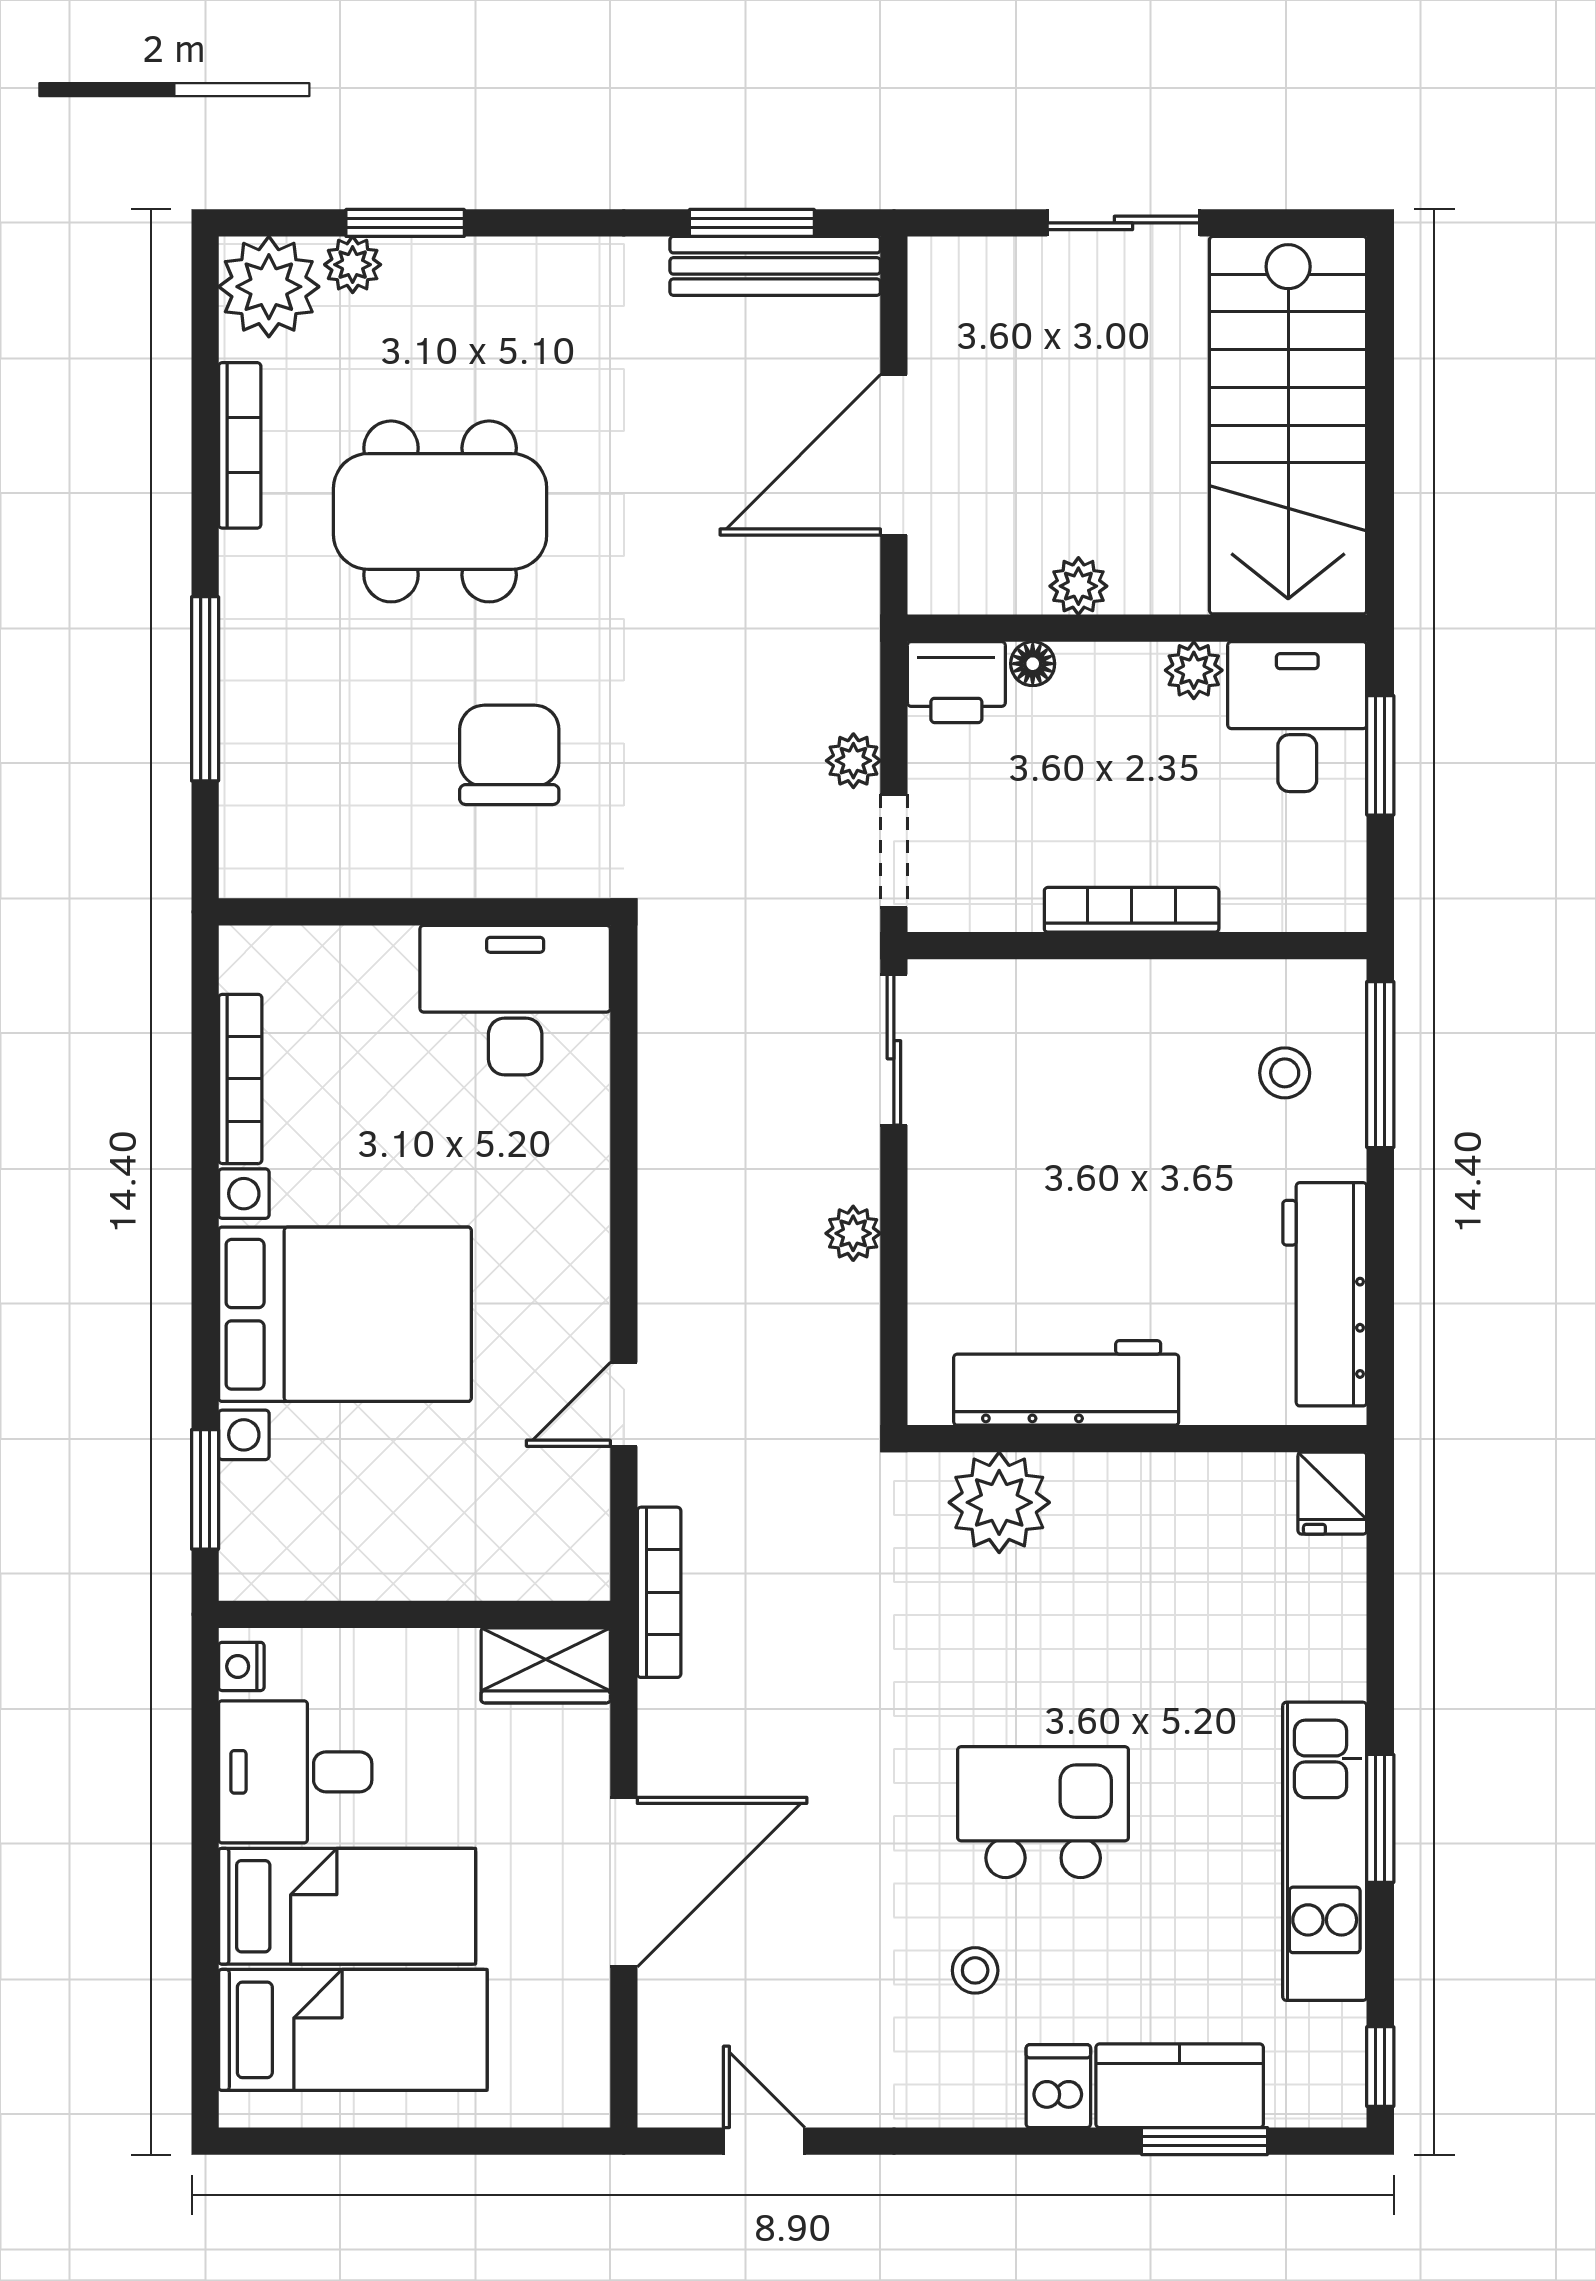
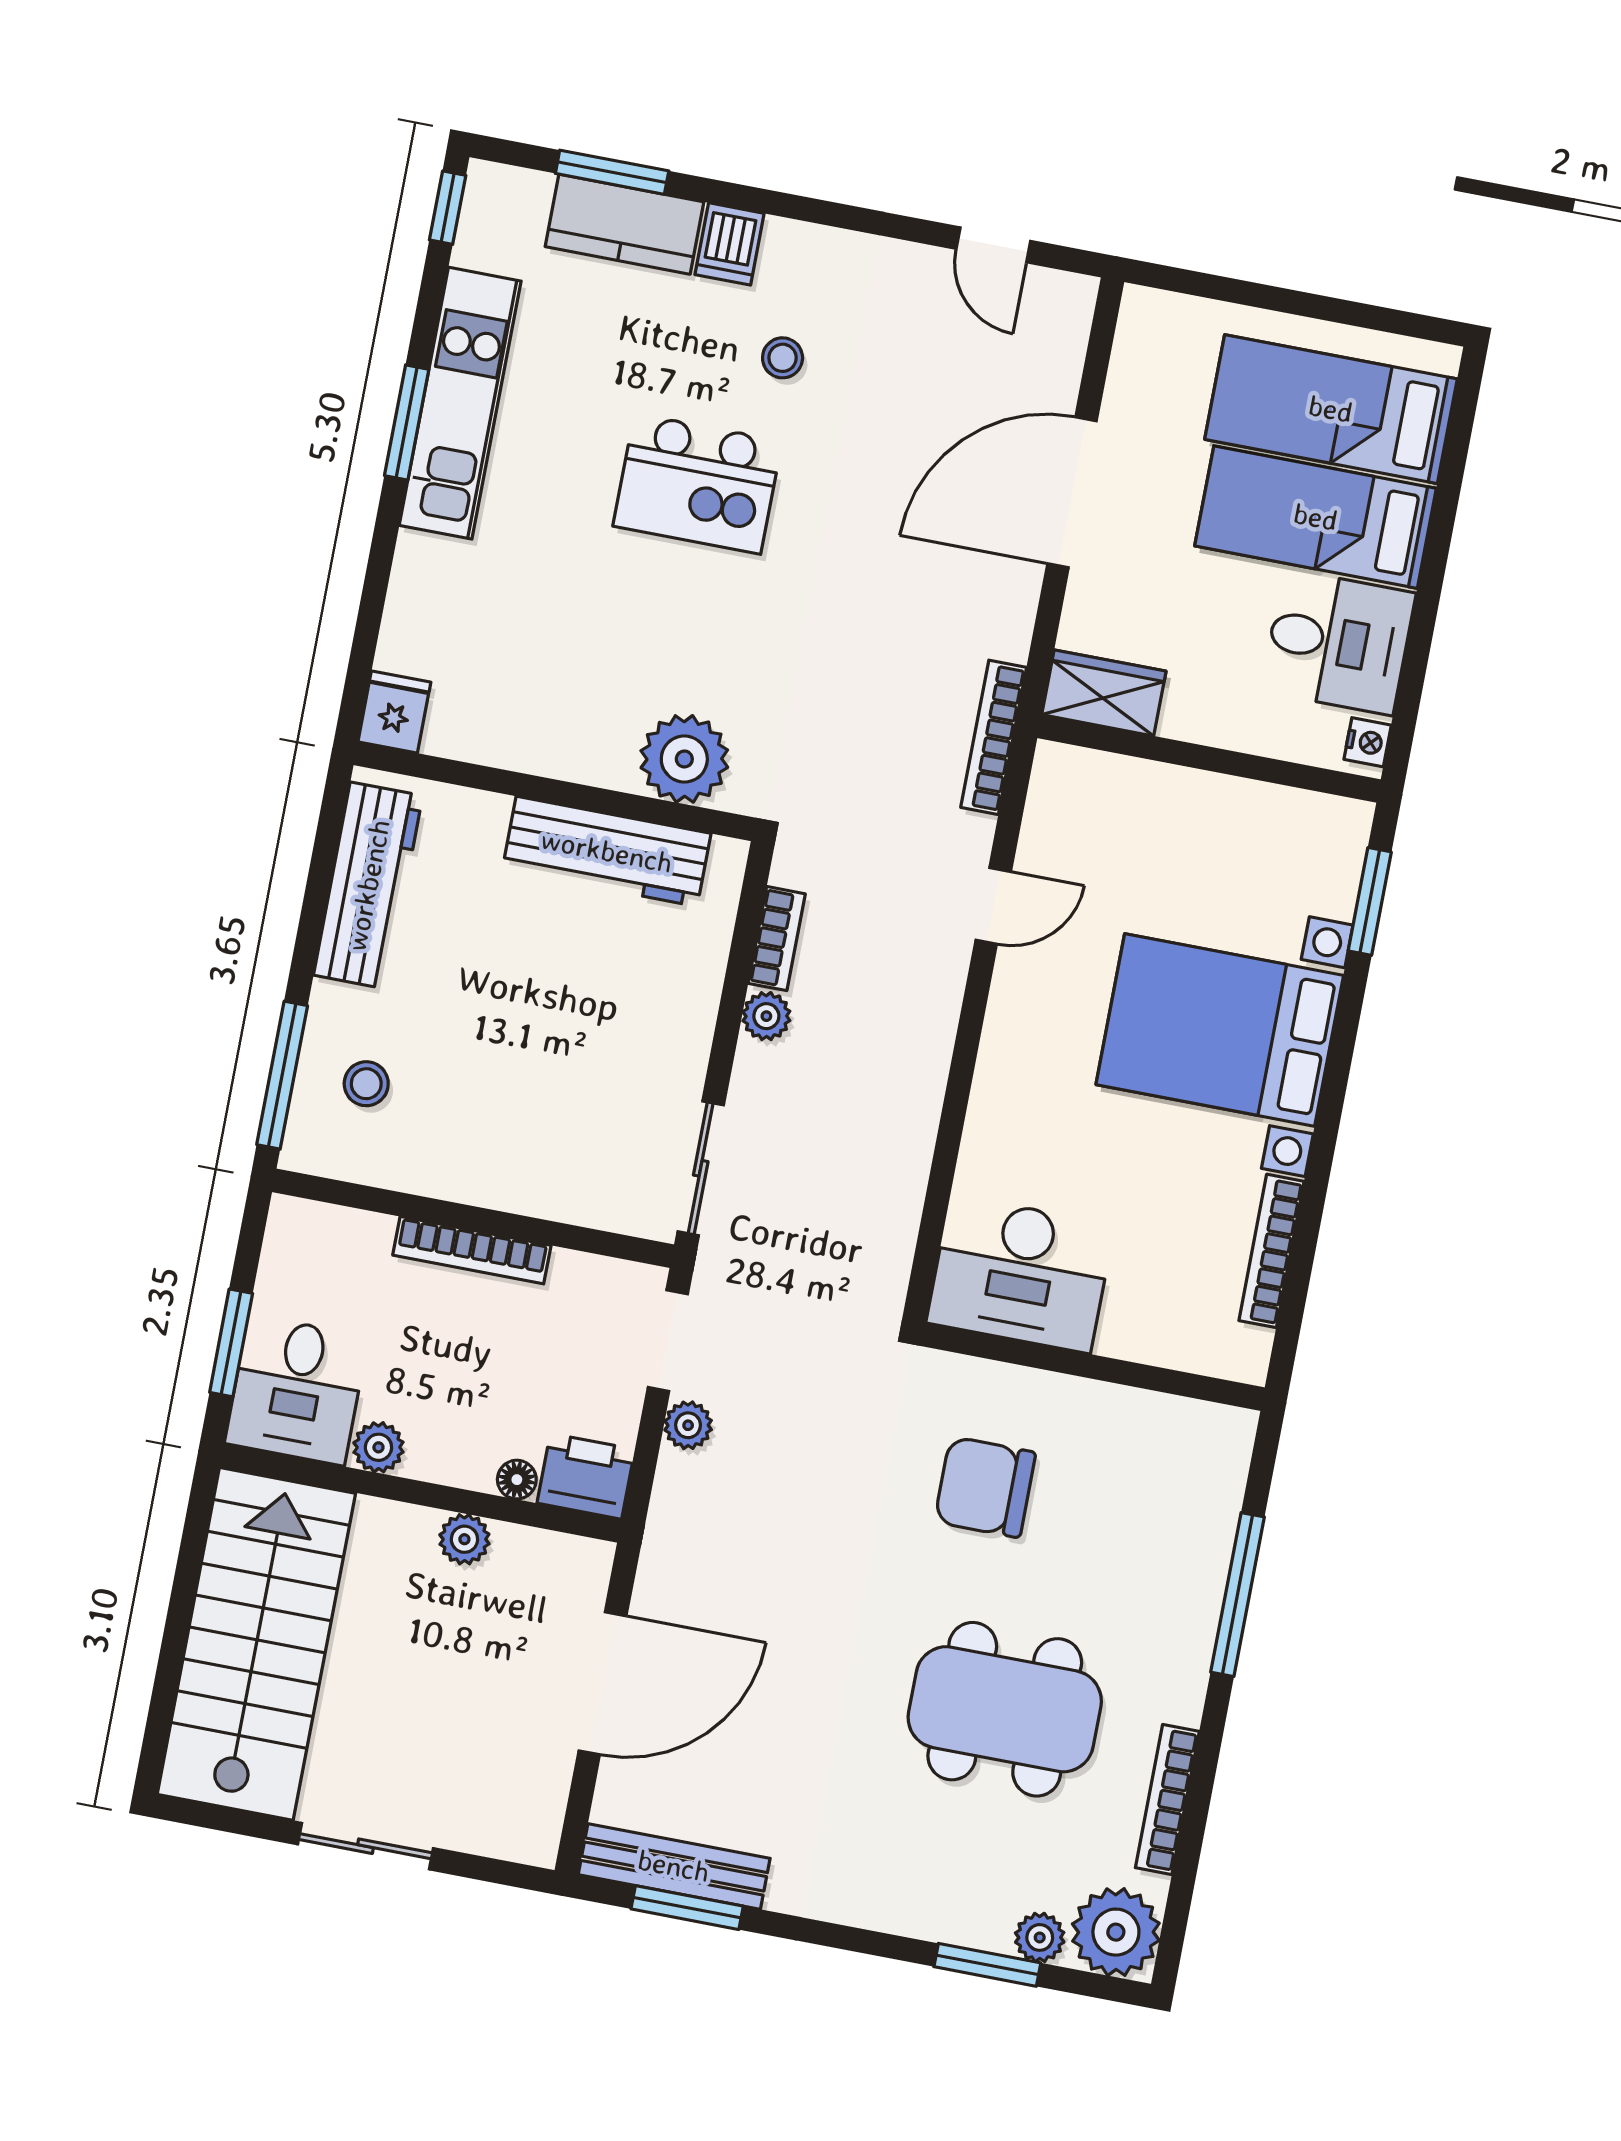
chair: (509, 755) -> (985, 1487), turned 90
bookcase: (858, 1322) -> (777, 939), added

